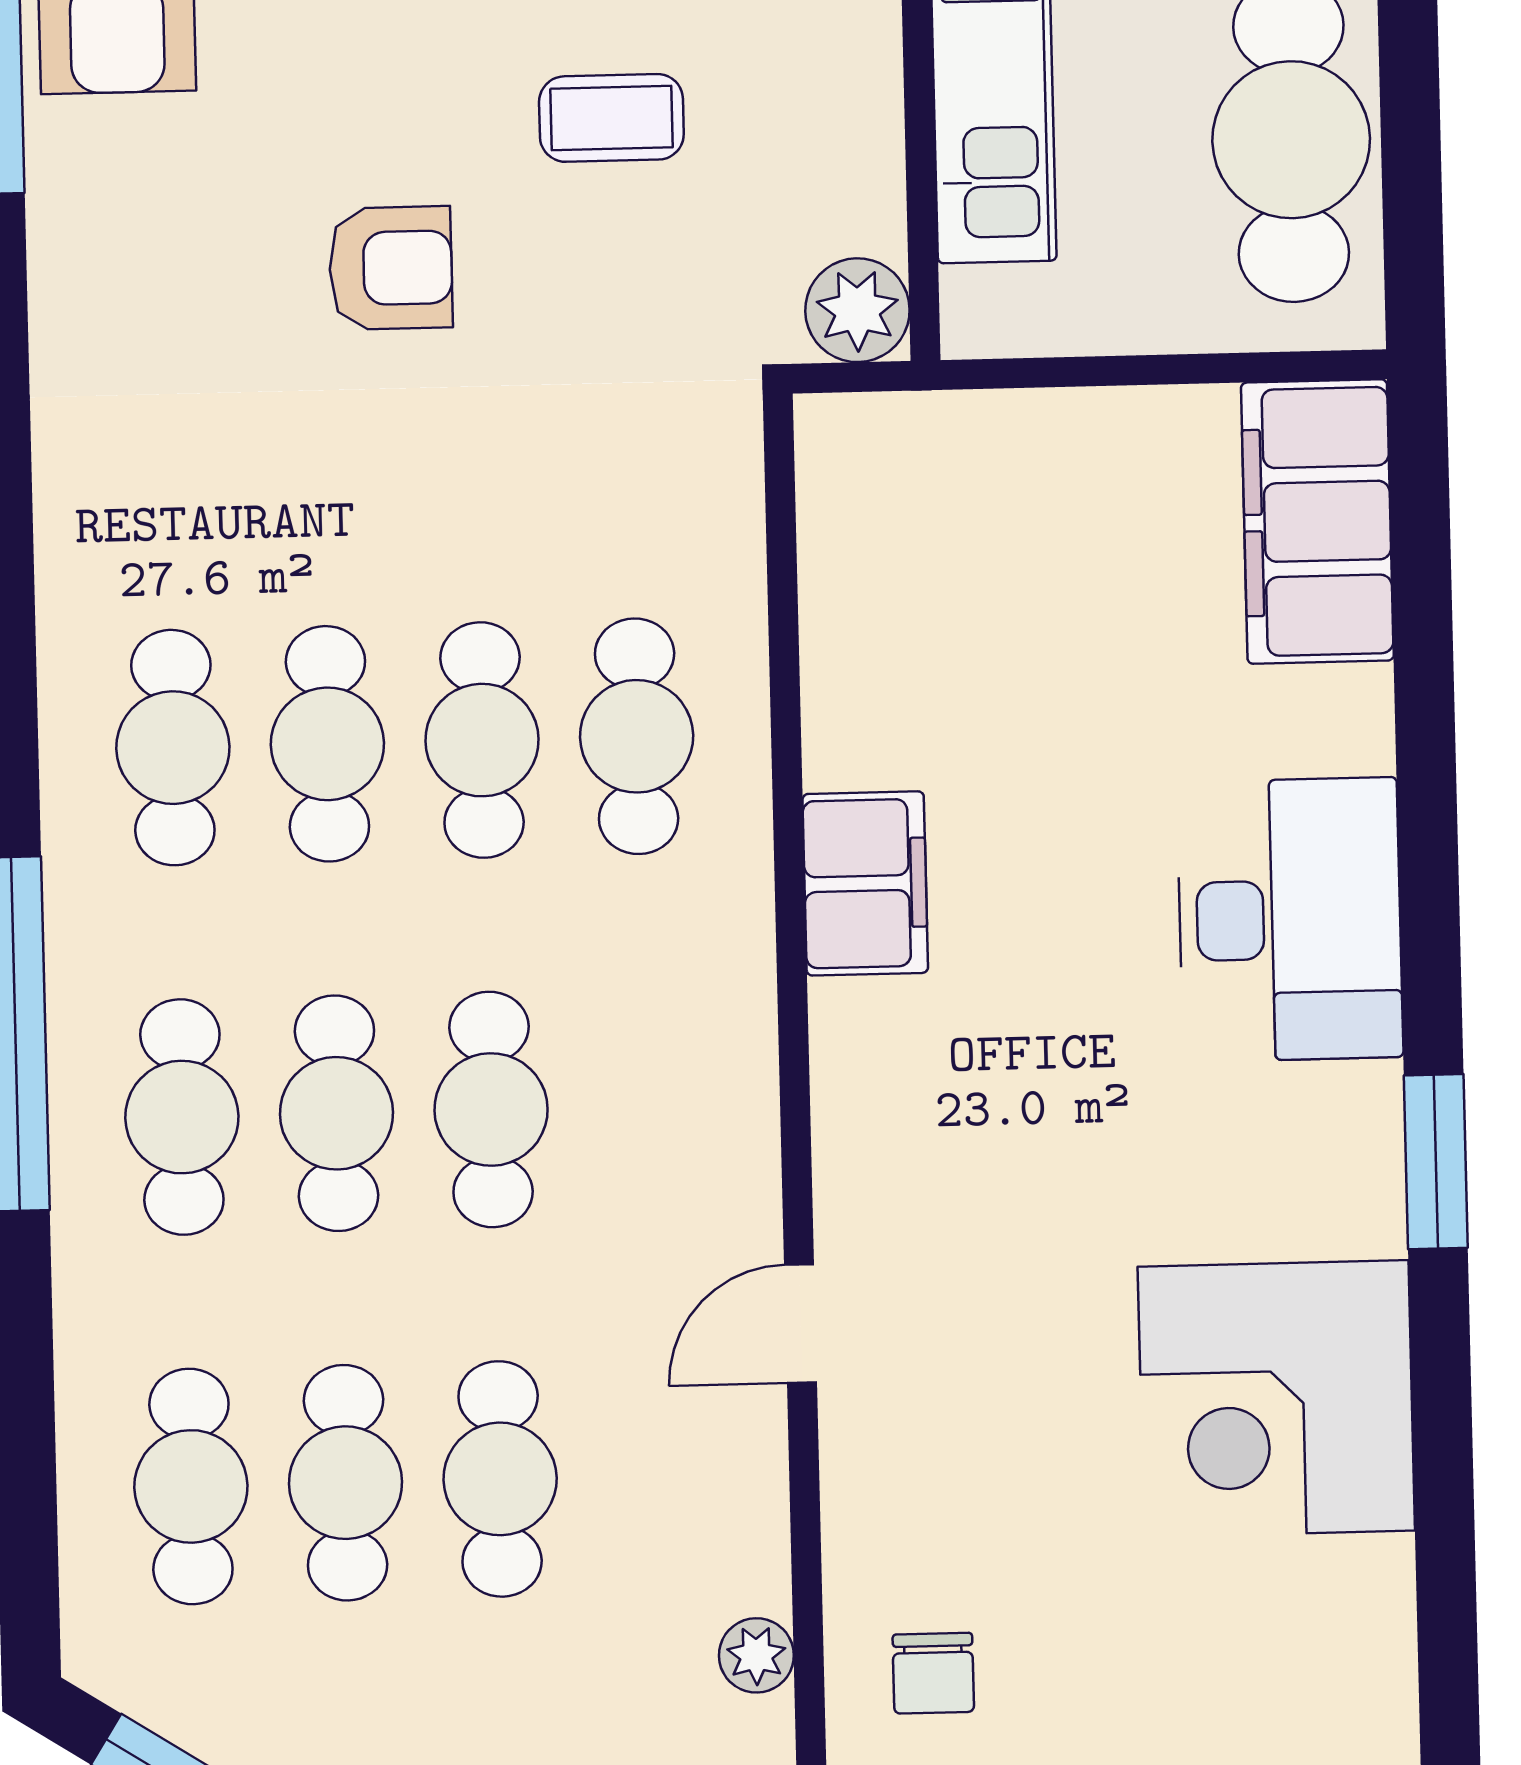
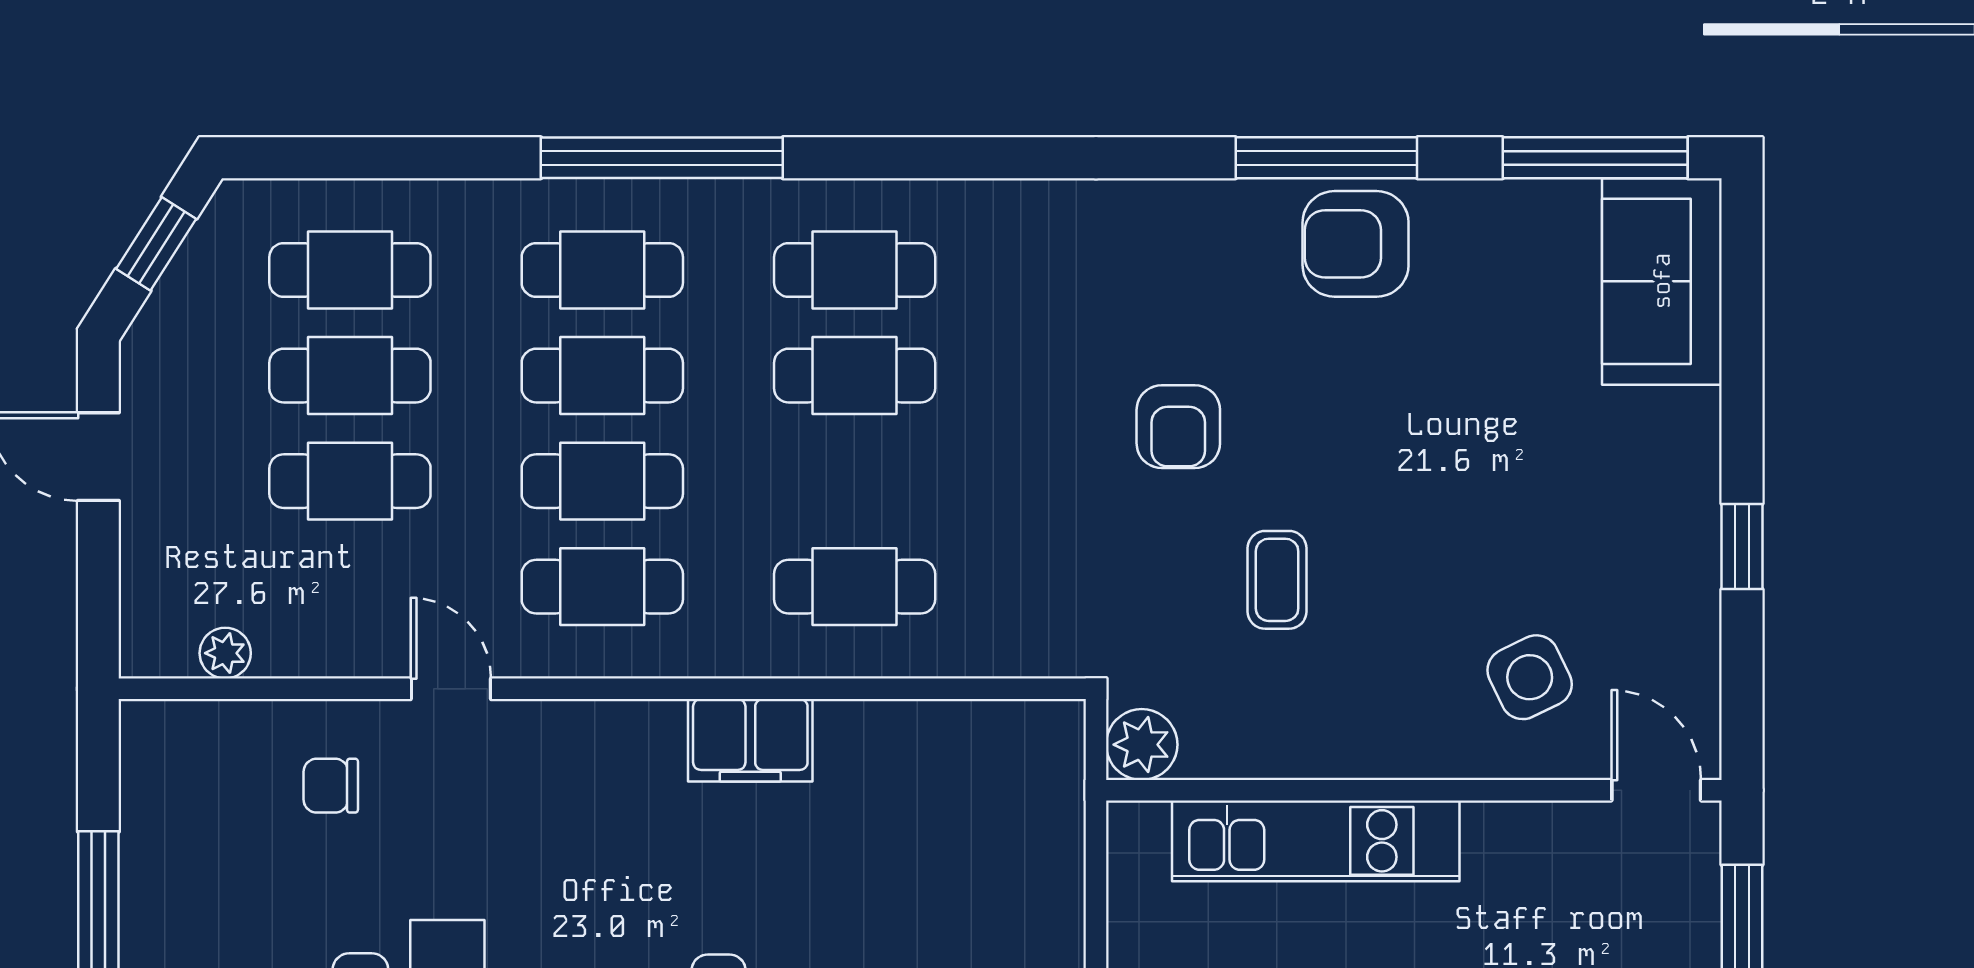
cafe table: (482, 740) -> (602, 587), moved
chair: (933, 1673) -> (331, 786), moved

